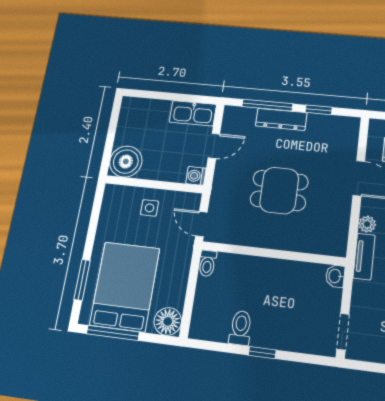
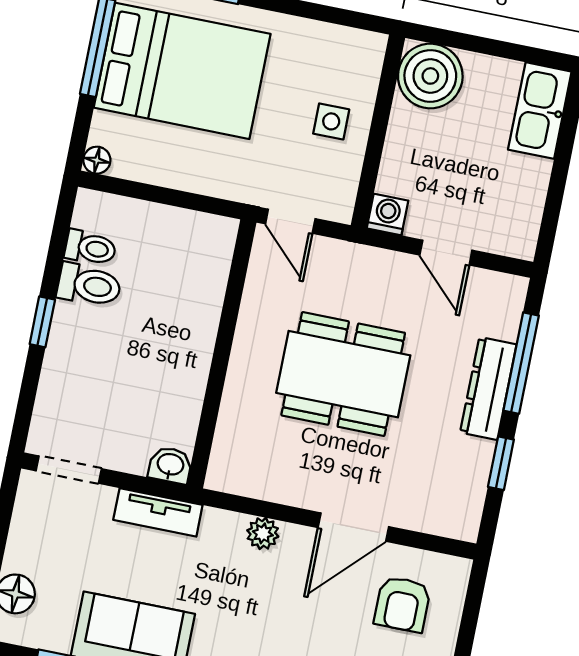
kitchen sink: (193, 113) -> (540, 111), moved
dining table: (279, 190) -> (343, 374), width x1.37
door: (201, 224) -> (290, 221), swing flipped
tv unit: (364, 256) -> (158, 512), moved
toilet: (207, 263) -> (90, 248), moved, turned 180
floor lamp: (168, 321) -> (97, 160), width x0.53, depth x0.53

